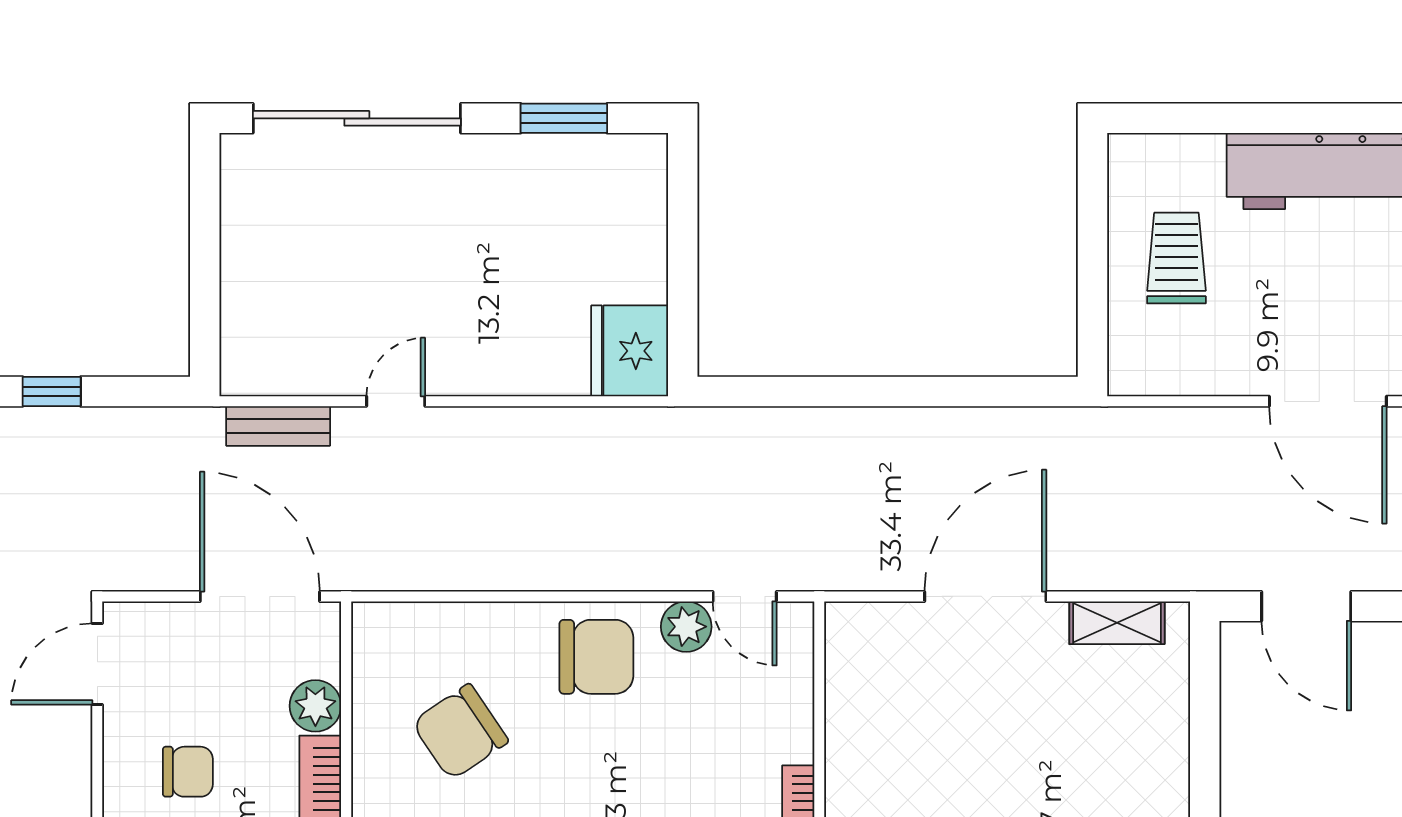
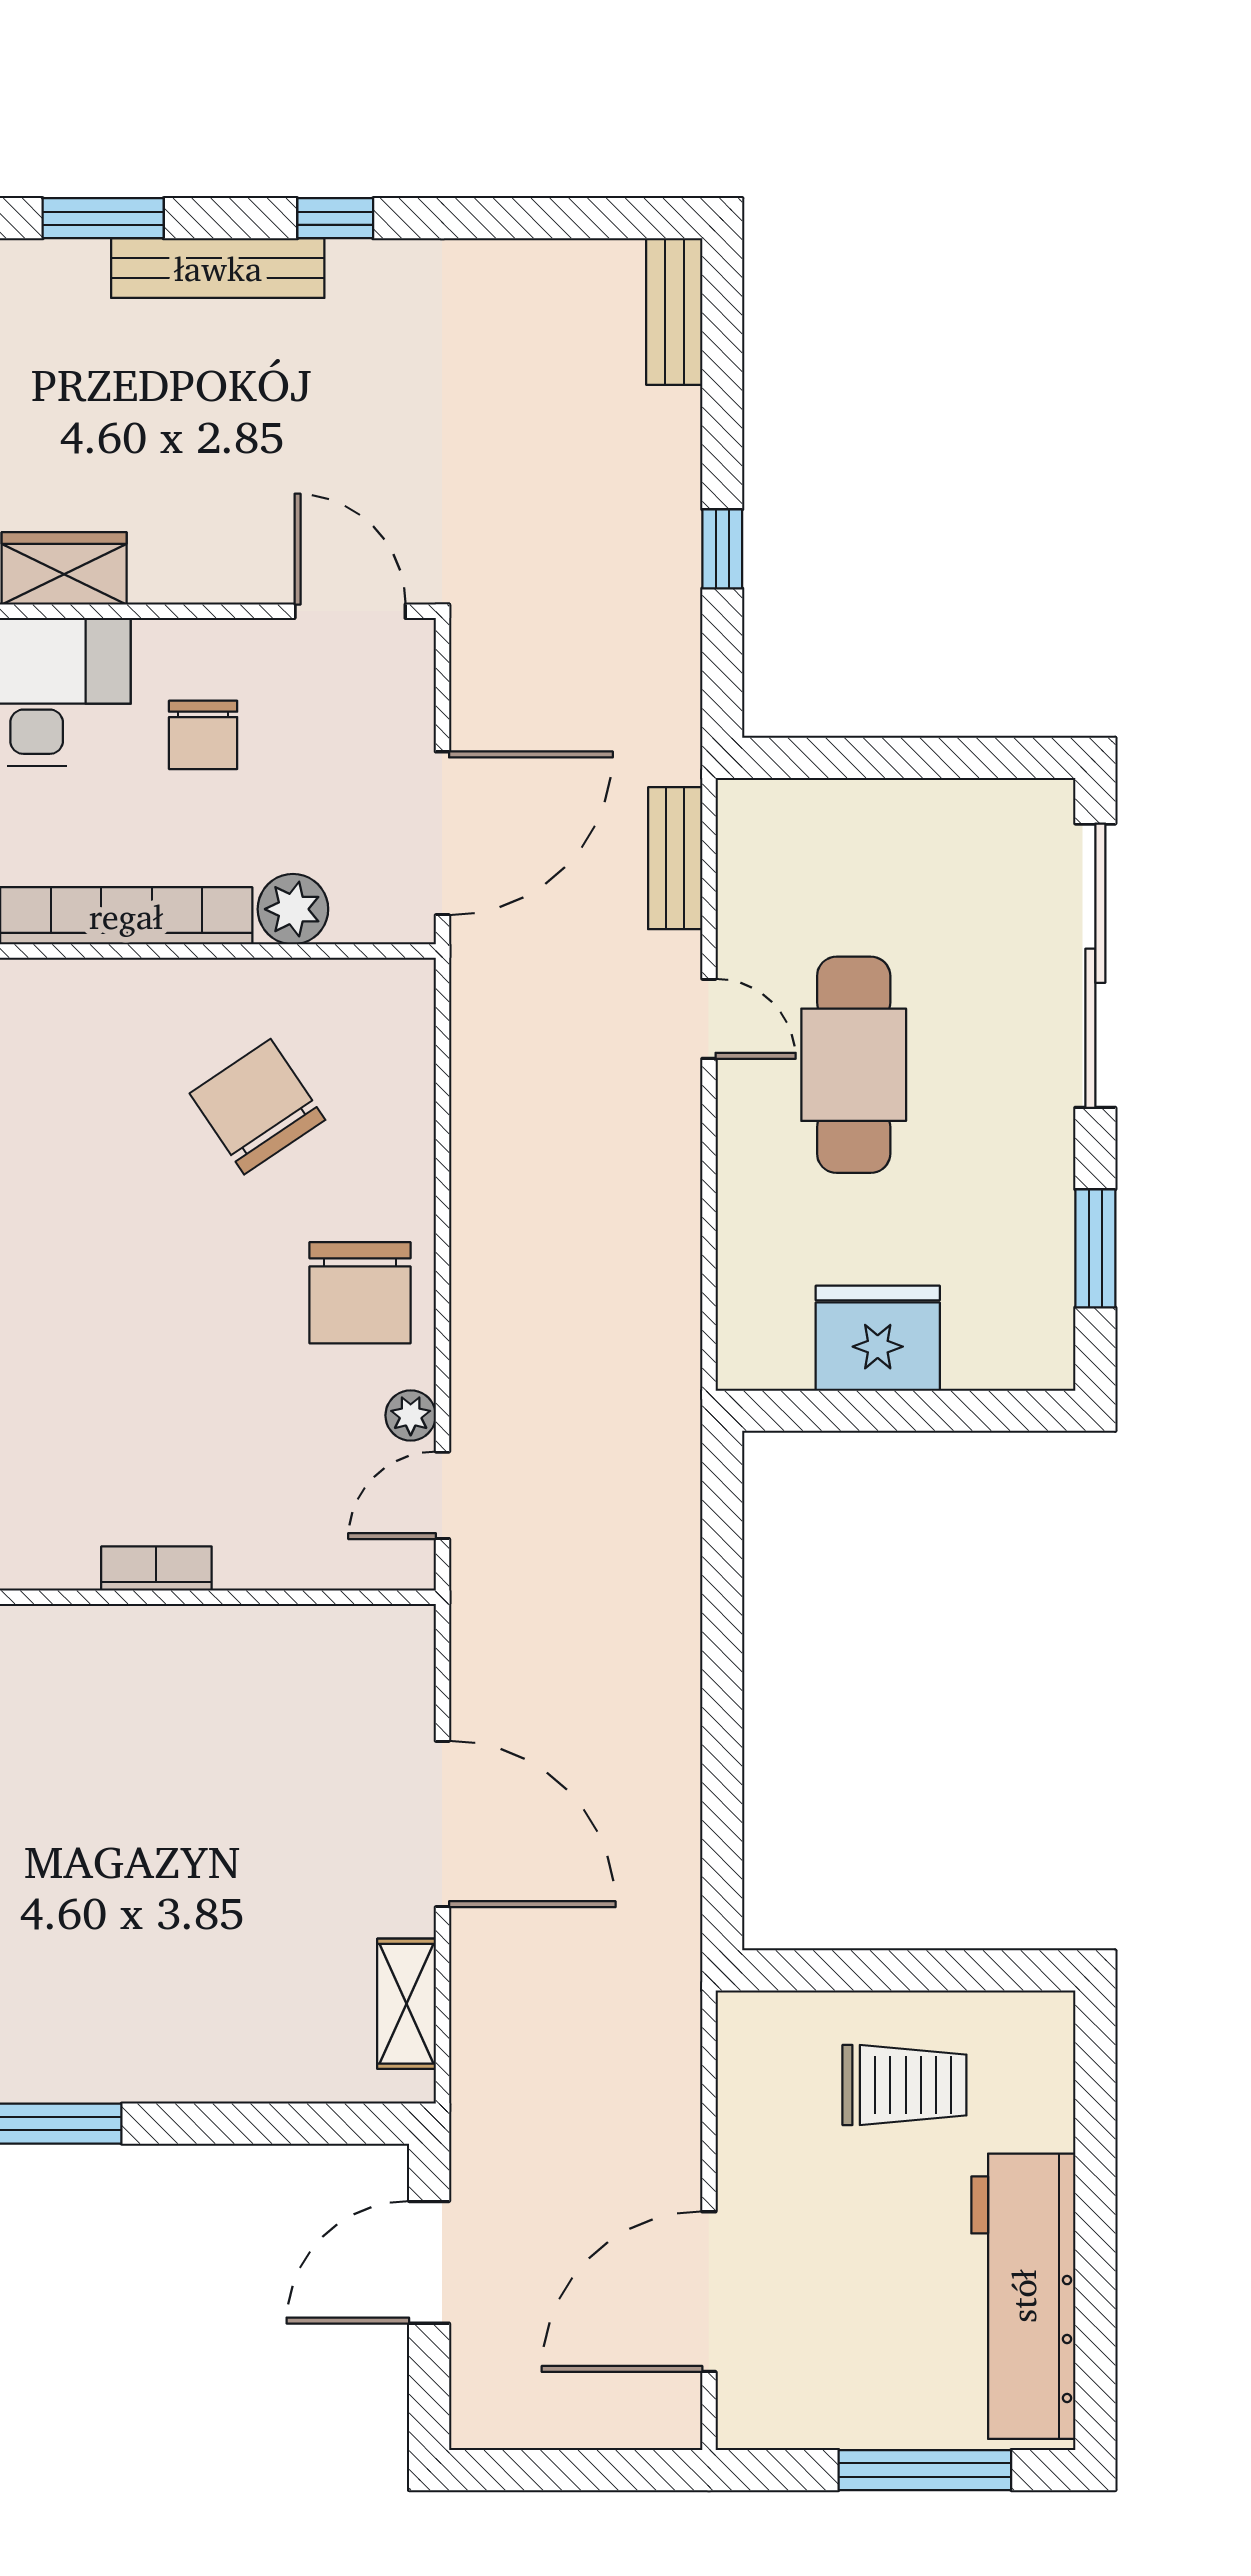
cafe table: (429, 295) -> (854, 1065), added
fridge: (630, 351) -> (878, 1338), moved
plant: (686, 627) -> (411, 1415), width x0.73, depth x0.73

